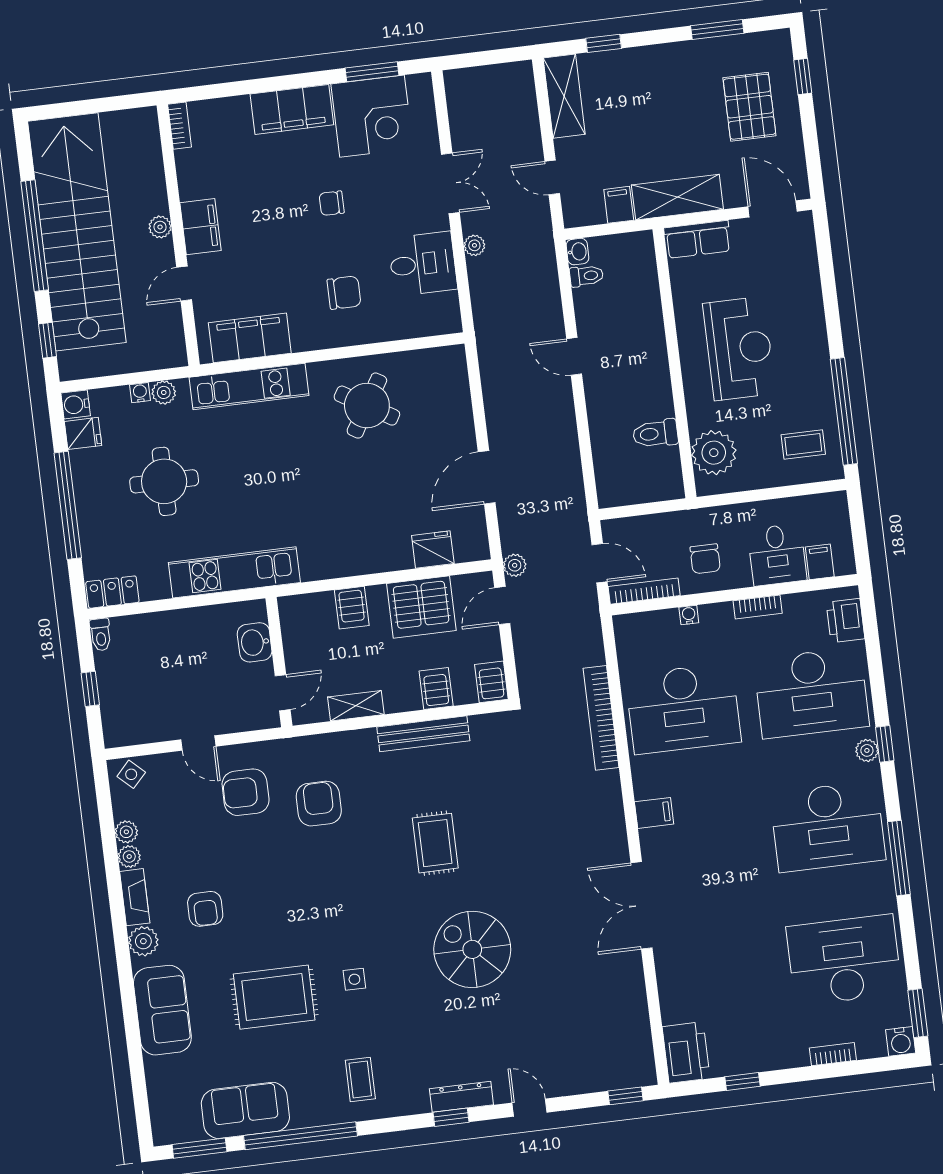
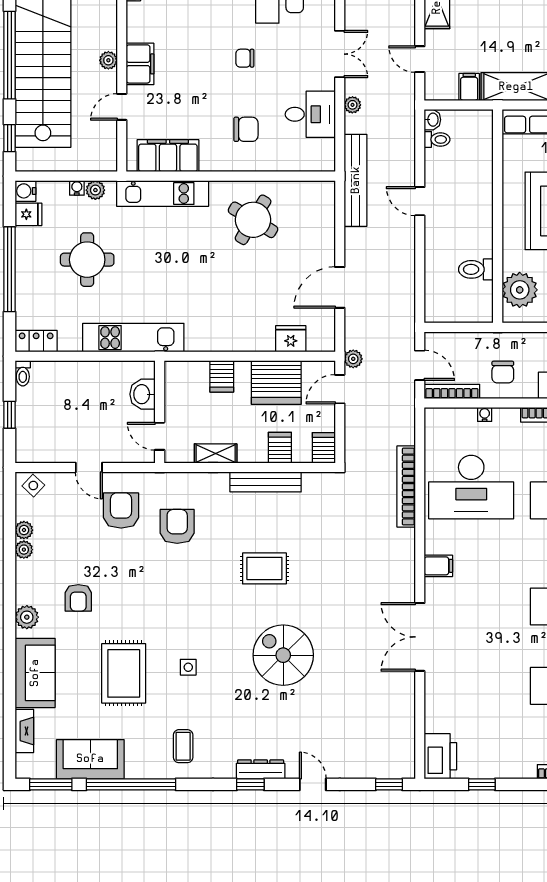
bench: (490, 340) -> (356, 180), added
door: (283, 693) -> (160, 436), swing flipped
armchair: (246, 792) -> (121, 510), turned 90
rug: (435, 843) -> (264, 568), turned 90
fireplace: (135, 897) -> (24, 731), moved
rug: (274, 997) -> (124, 673), turned 90

